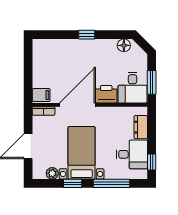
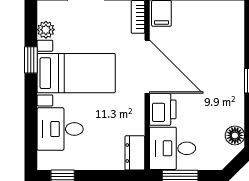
dresser: (141, 127) -> (135, 153), moved, turned -90
desk: (132, 154) -> (60, 129), moved, turned 90
window: (112, 183) -> (31, 117), removed

